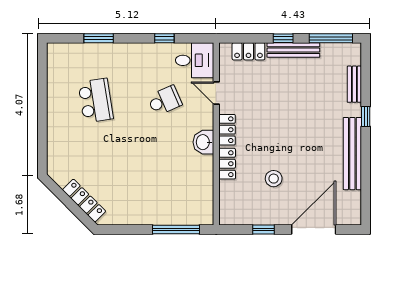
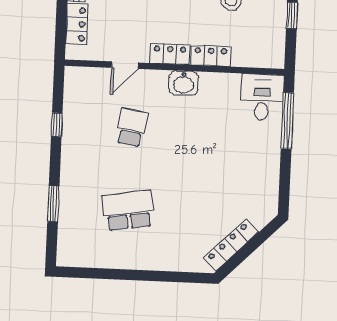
desk: (195, 60) -> (262, 97), moved
school desk: (165, 101) -> (132, 128), turned 33
locker: (84, 201) -> (231, 245), moved

